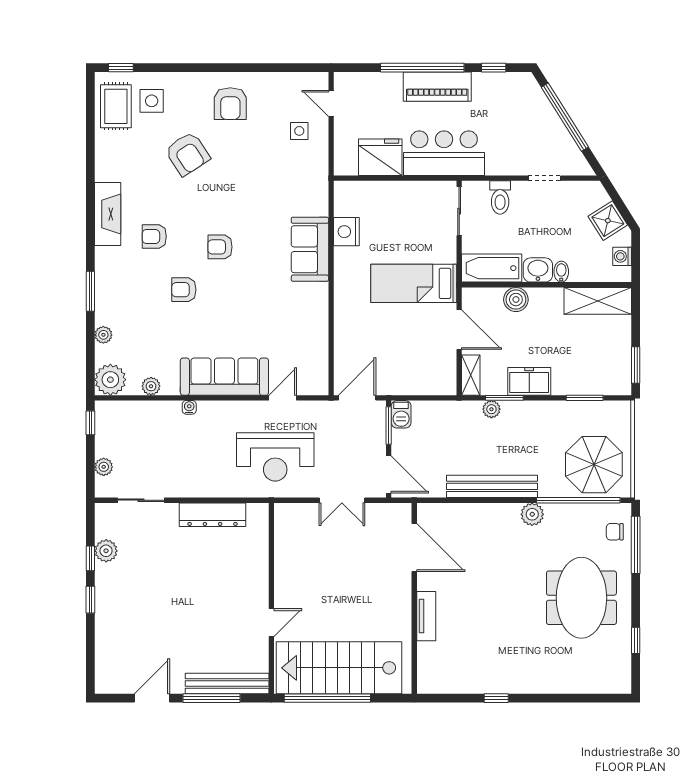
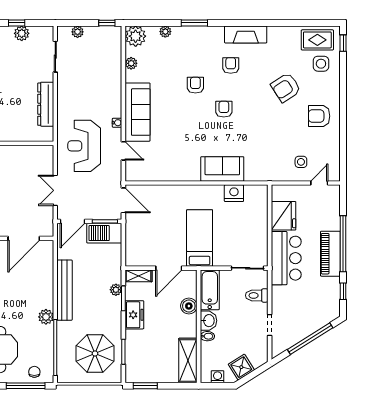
water cooler: (189, 407) -> (117, 123), moved
barbecue: (401, 414) -> (104, 233), width x1.88, depth x1.53
parasol: (594, 465) -> (95, 353), moved

